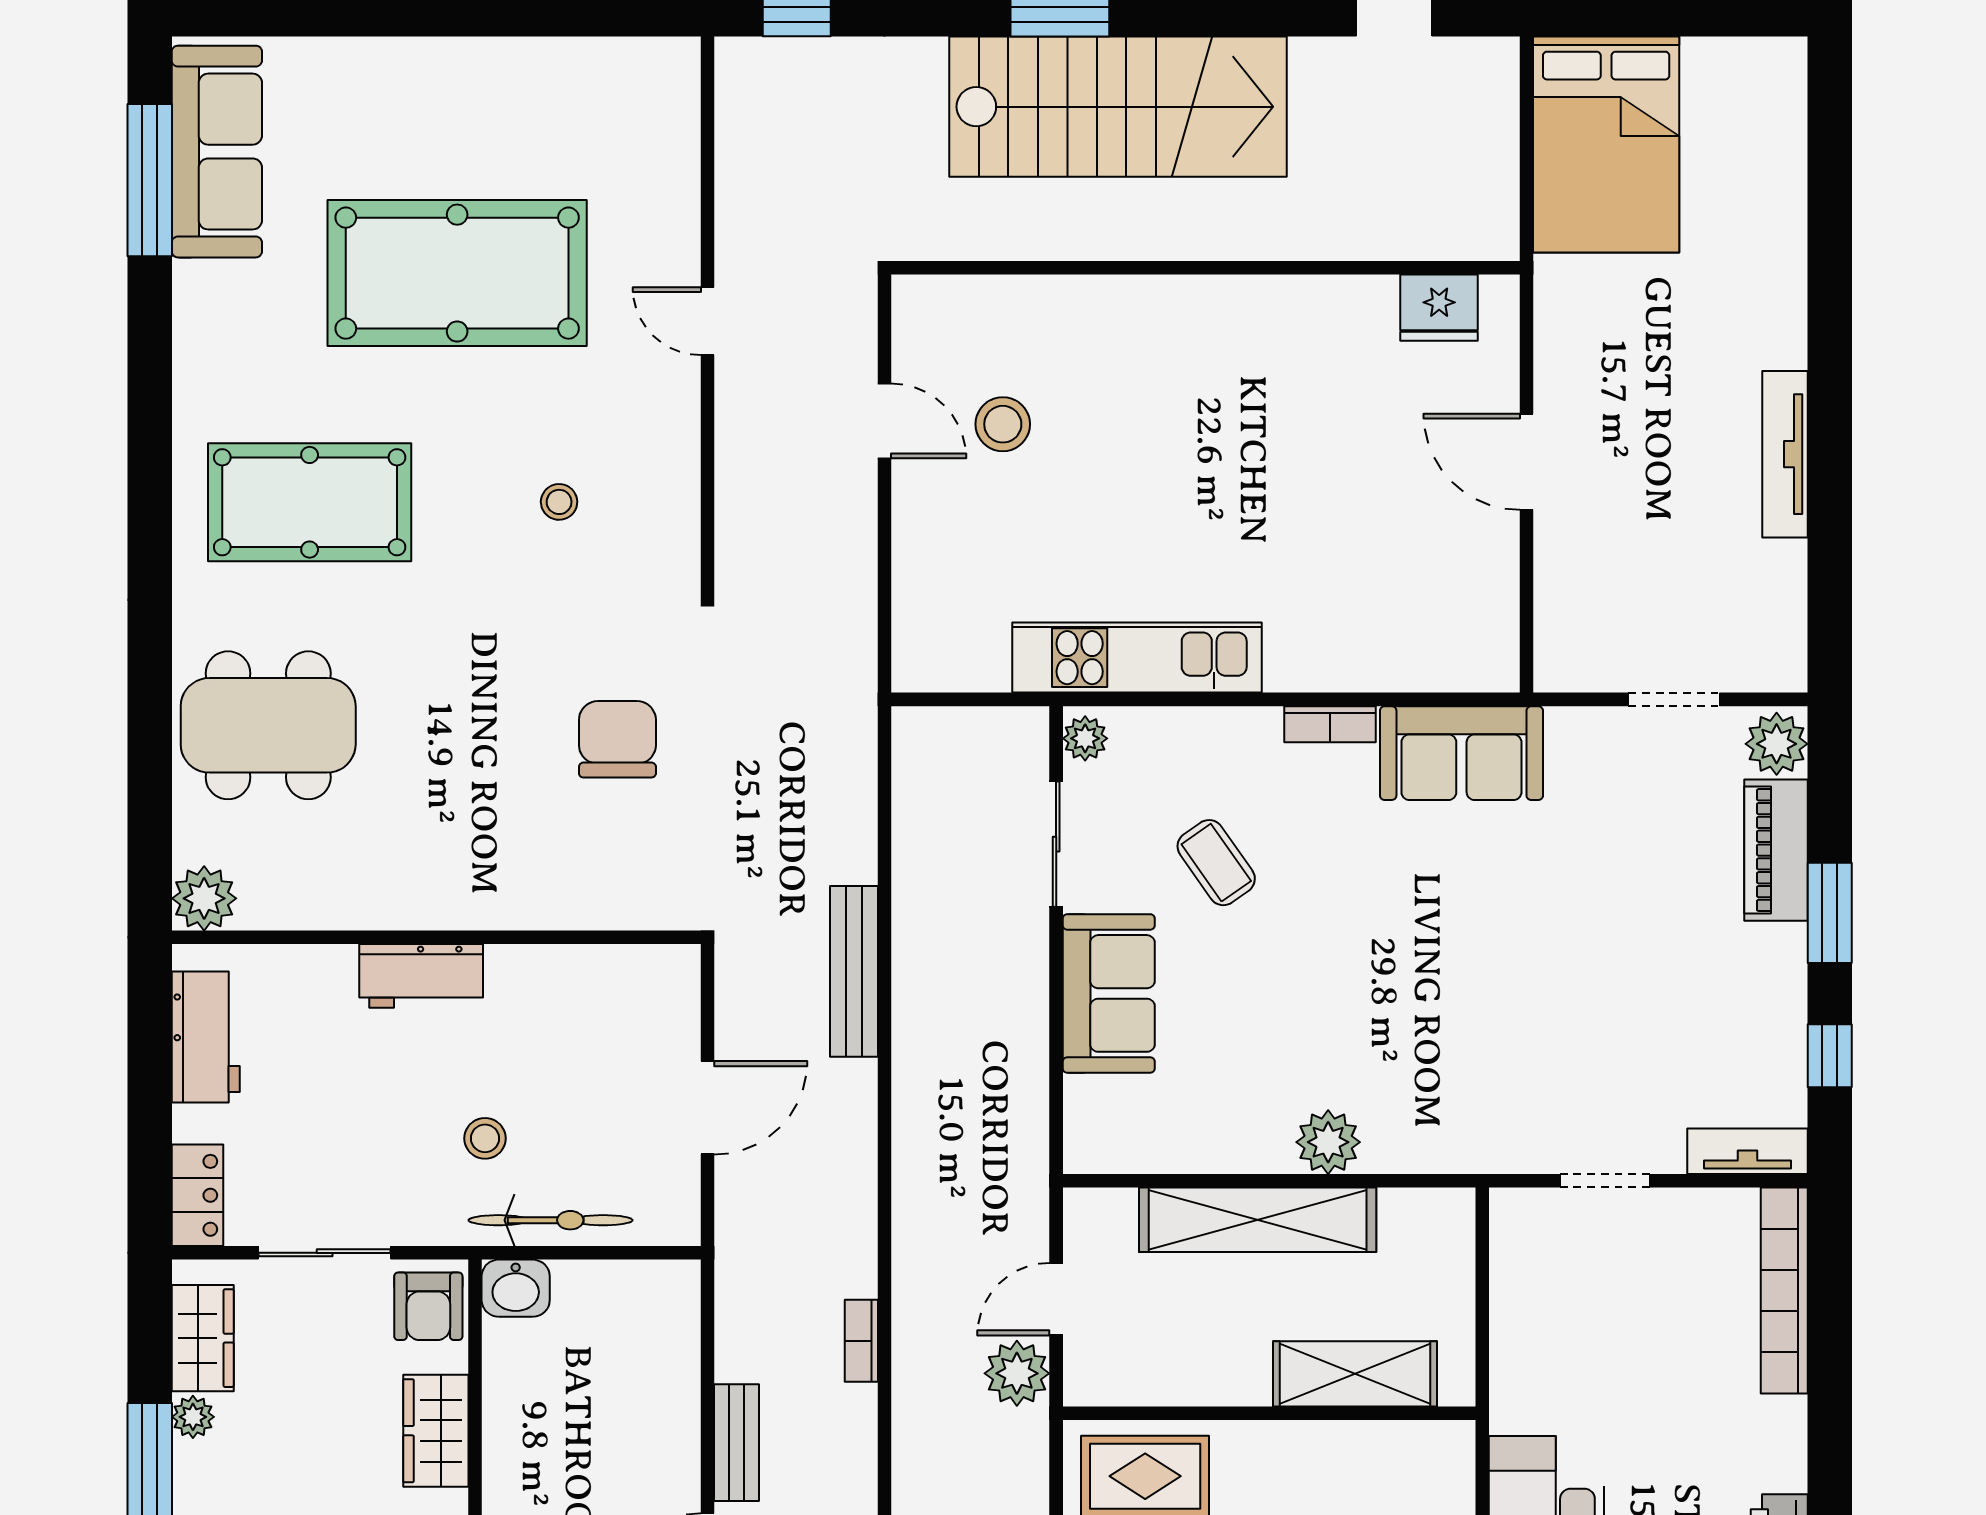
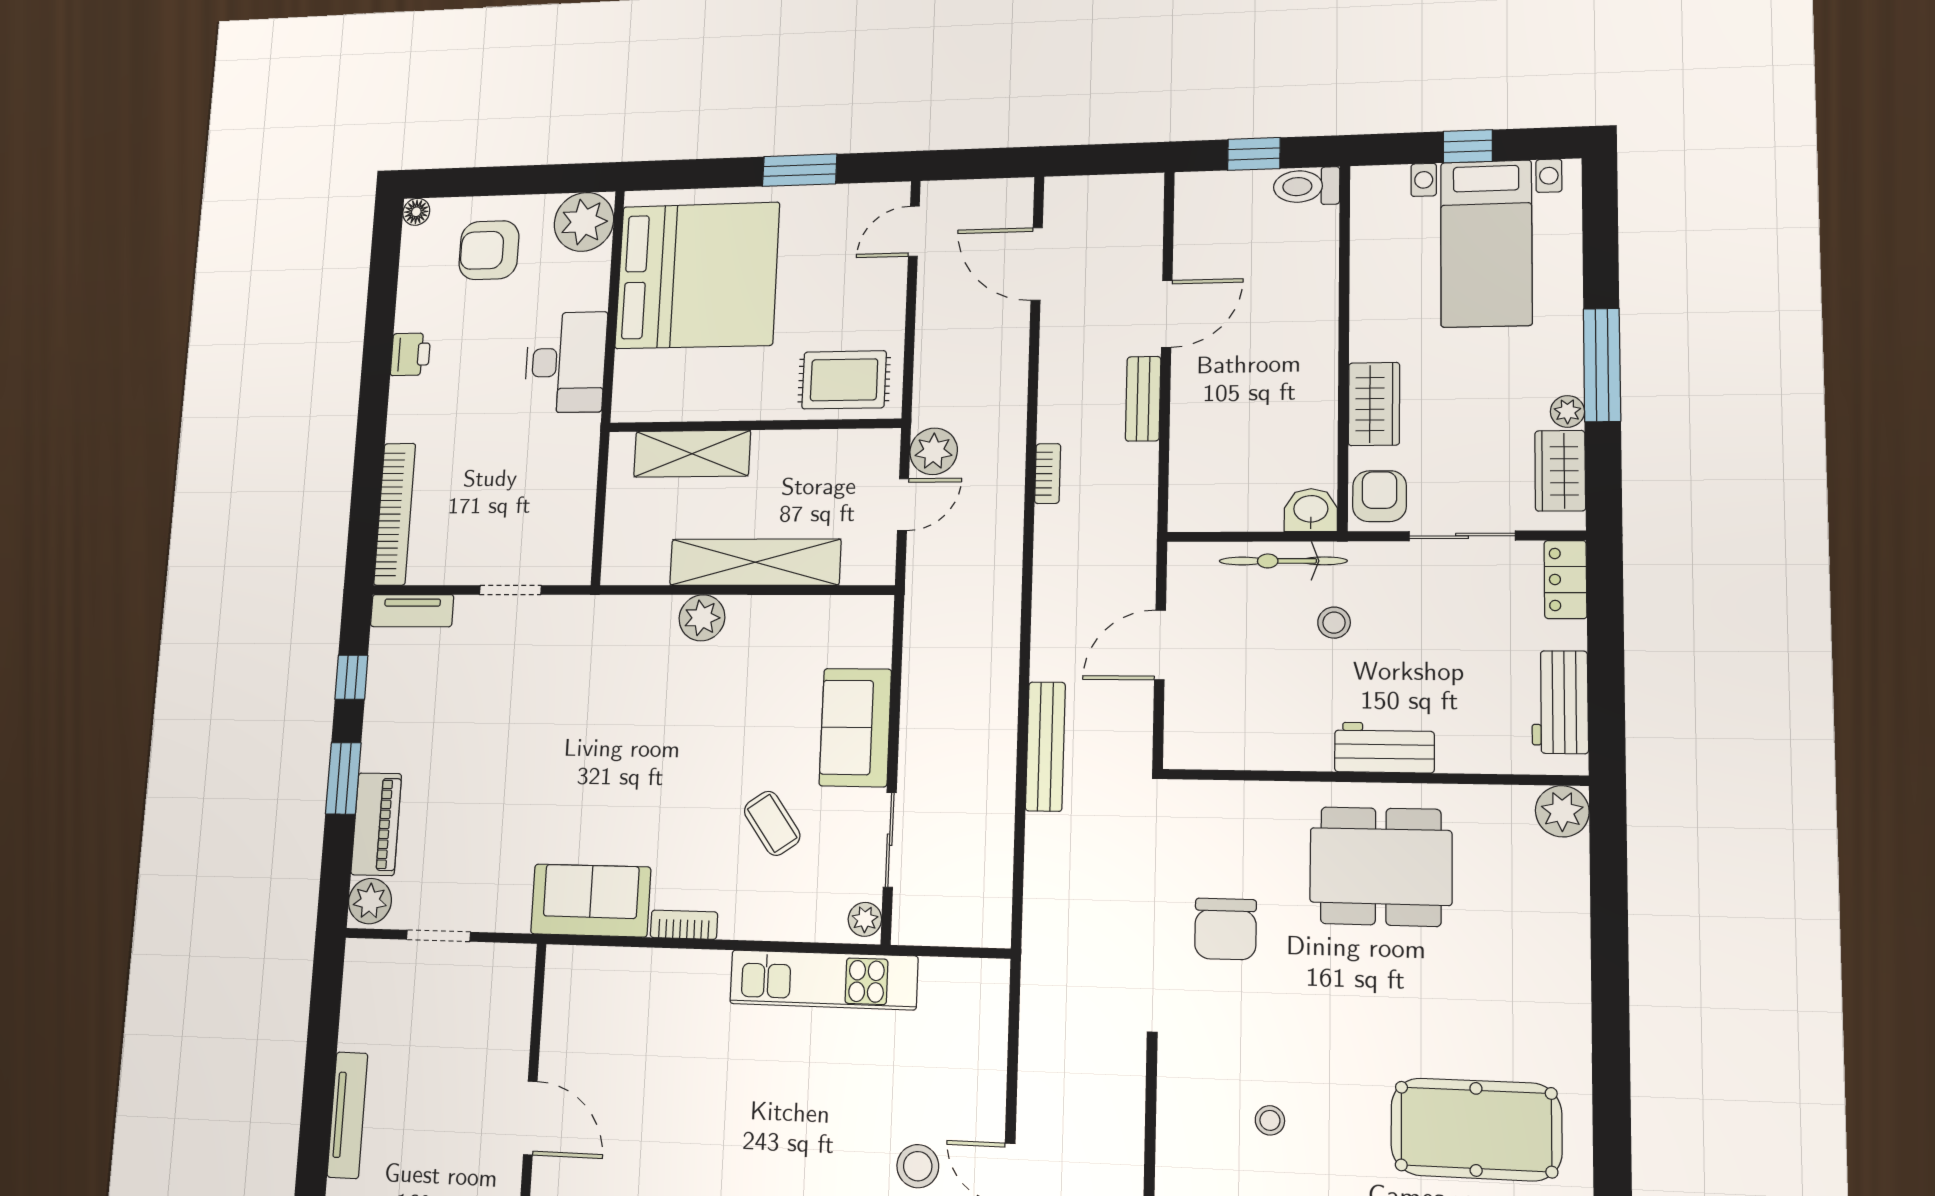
dining table: (268, 725) -> (1381, 866), moved

